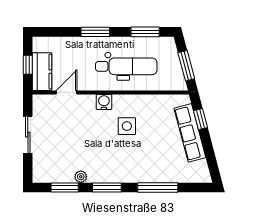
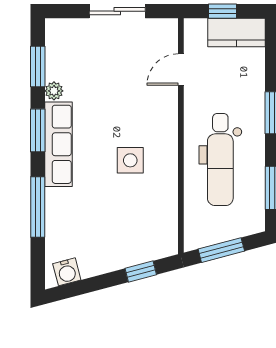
kitchen counter: (42, 72) -> (237, 33), moved
door: (67, 92) -> (181, 70), swing flipped
water cooler: (104, 102) -> (67, 272), moved, turned 75
row of seats: (190, 133) -> (58, 144), moved, turned 105

